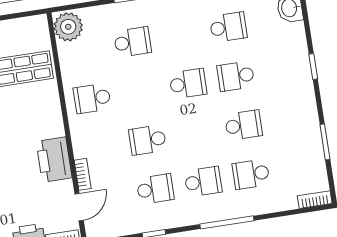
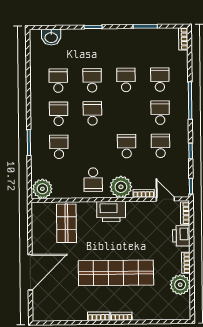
school desk: (180, 35) -> (59, 114), added
school desk: (236, 76) -> (92, 80), turned 180
plant: (87, 140) -> (121, 187), added
school desk: (148, 140) -> (127, 146), turned 180
printer: (54, 160) -> (111, 212), moved
school desk: (251, 174) -> (160, 80), turned 180

